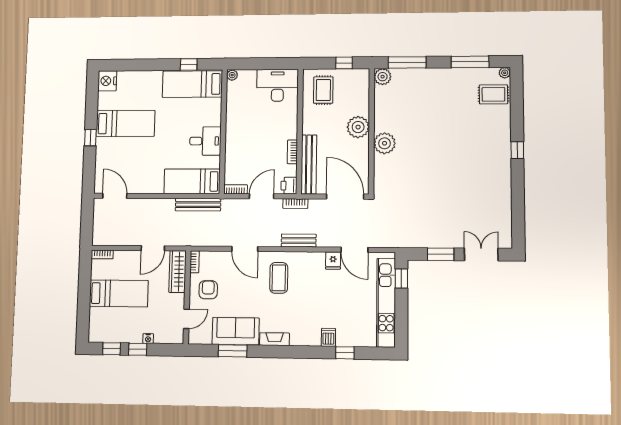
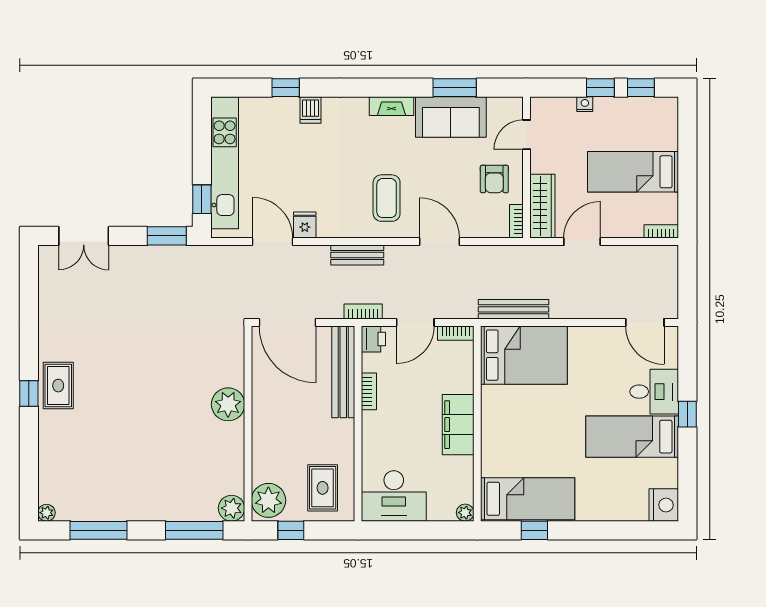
rug: (493, 94) -> (58, 386), moved, turned 90
plant: (358, 127) -> (268, 500), moved
filing cabinet: (235, 131) -> (458, 425), added
desk: (205, 141) -> (654, 392), moved, turned 180
bed: (192, 181) -> (524, 355), width x1.50
window: (441, 254) -> (167, 236), moved

